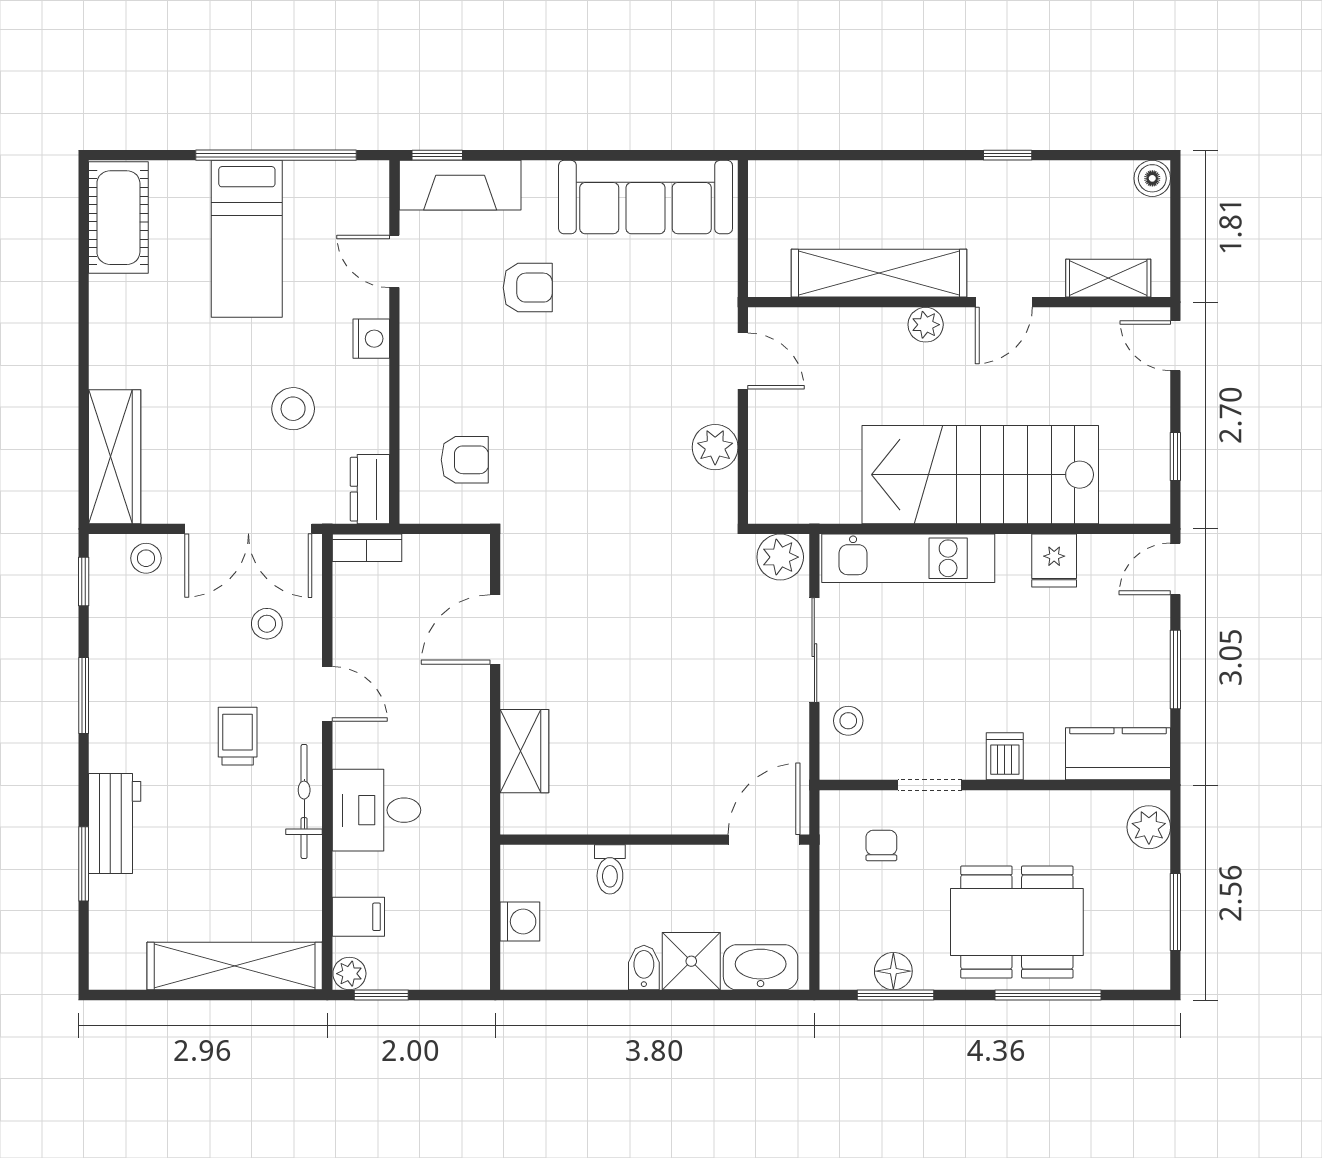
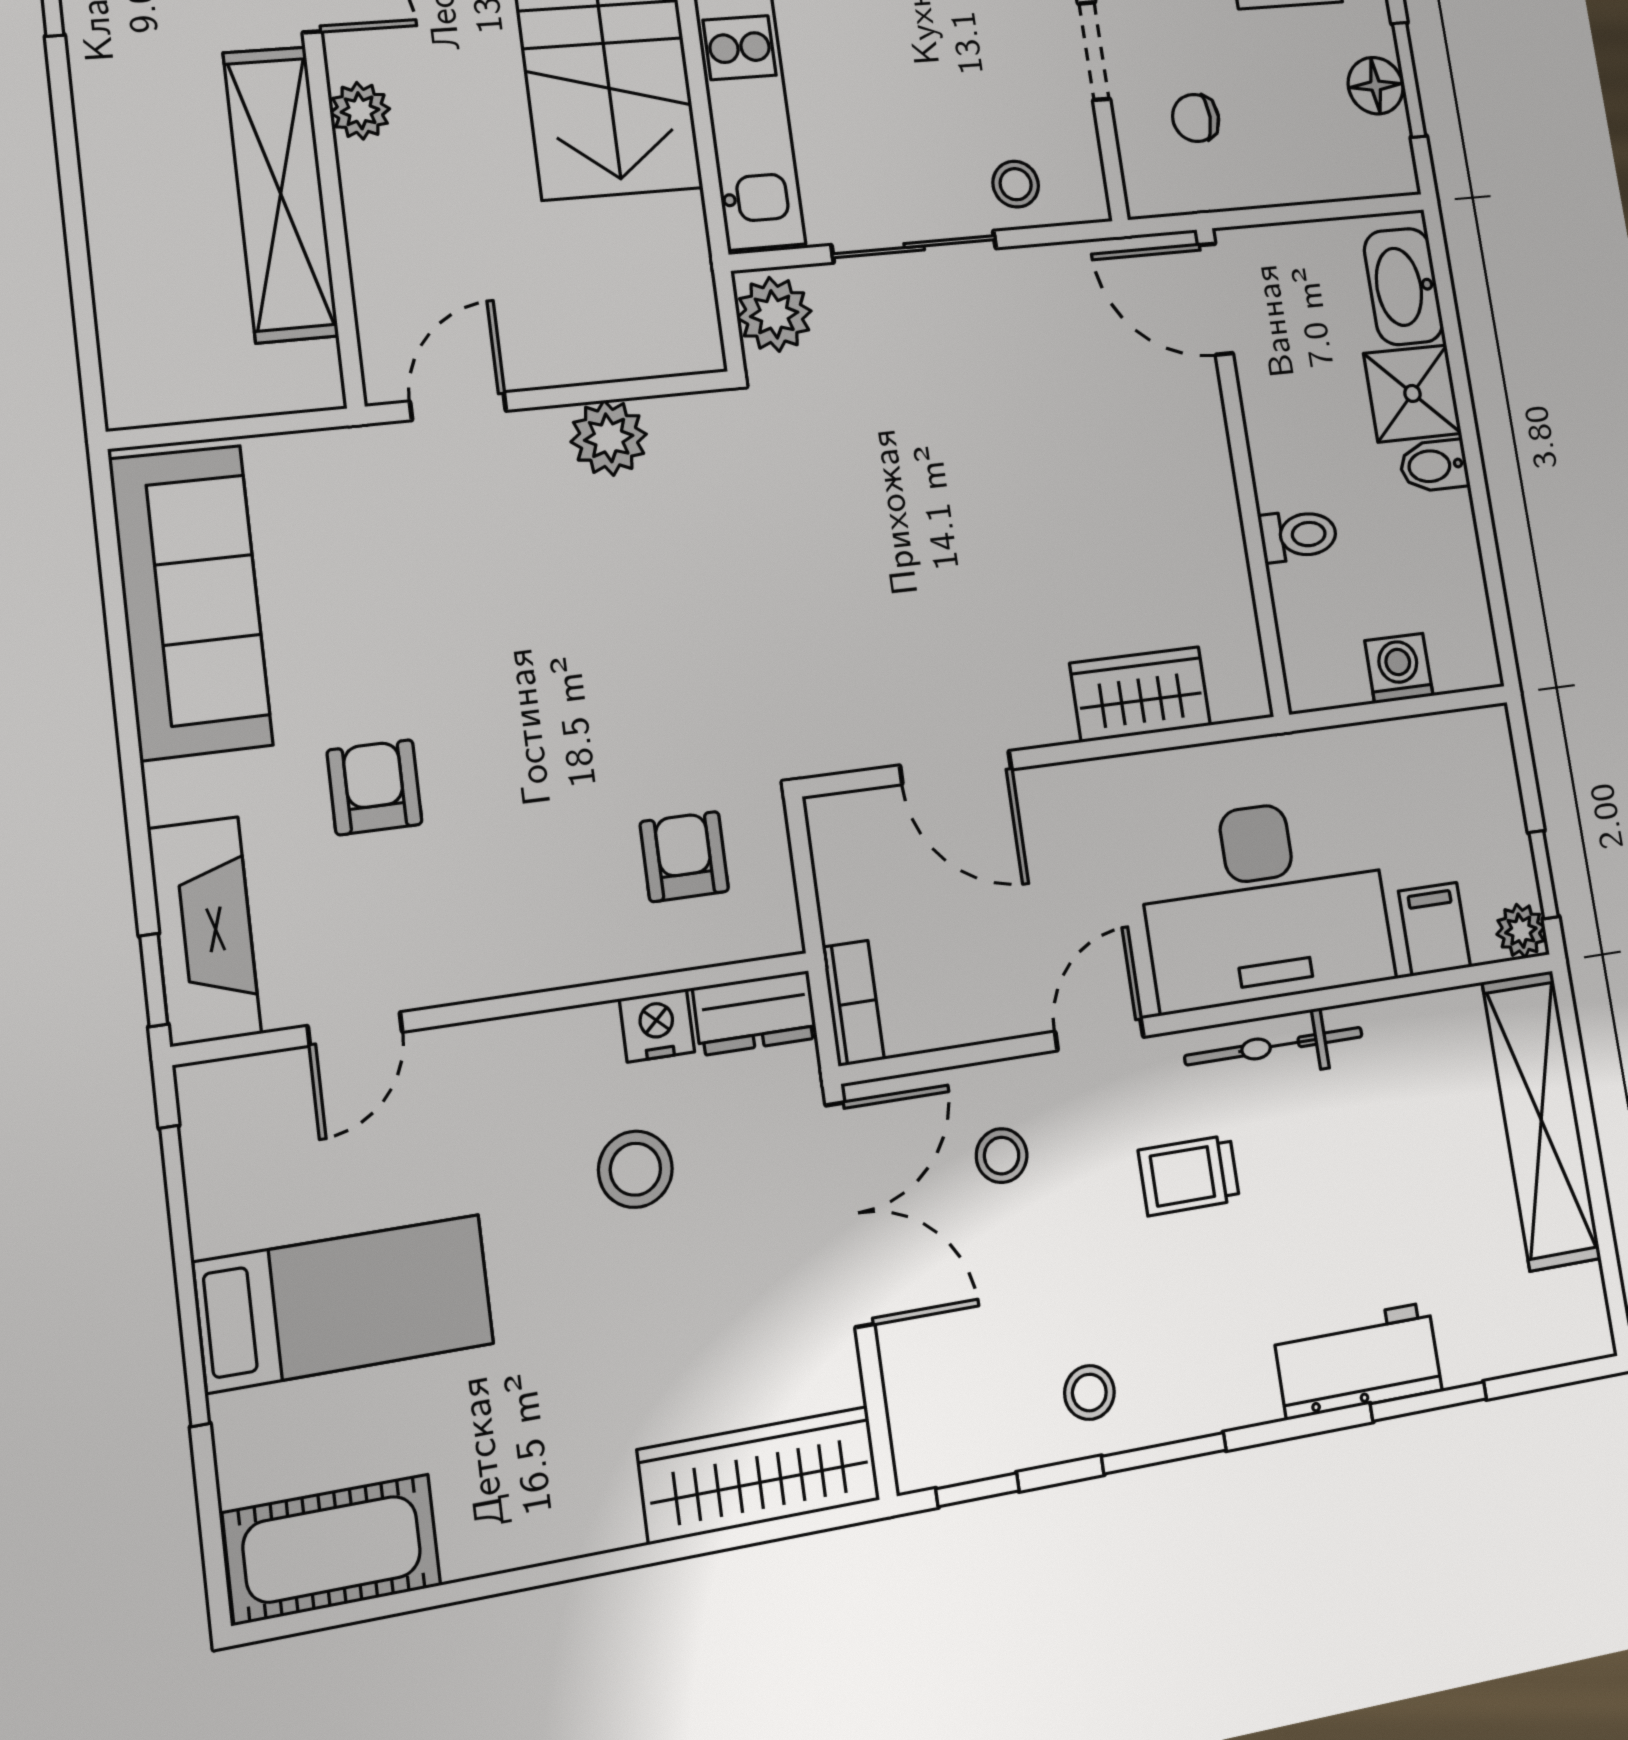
nightstand: (371, 339) -> (657, 1025), moved
stool: (146, 558) -> (1089, 1393), moved
desk: (376, 810) -> (1265, 902), width x1.87, depth x1.30

